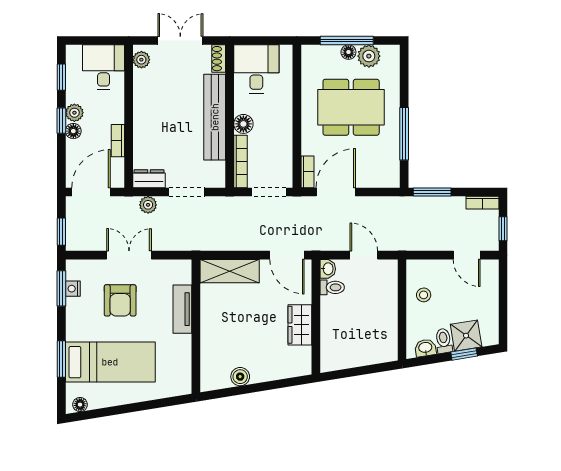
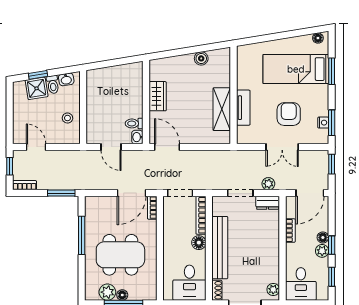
shelving: (230, 271) -> (222, 109), moved, turned 90

